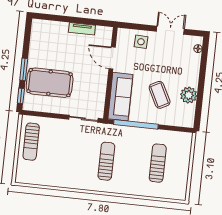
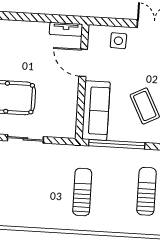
tv unit: (82, 29) -> (66, 29), moved
sliding door: (83, 119) -> (25, 139), moved

